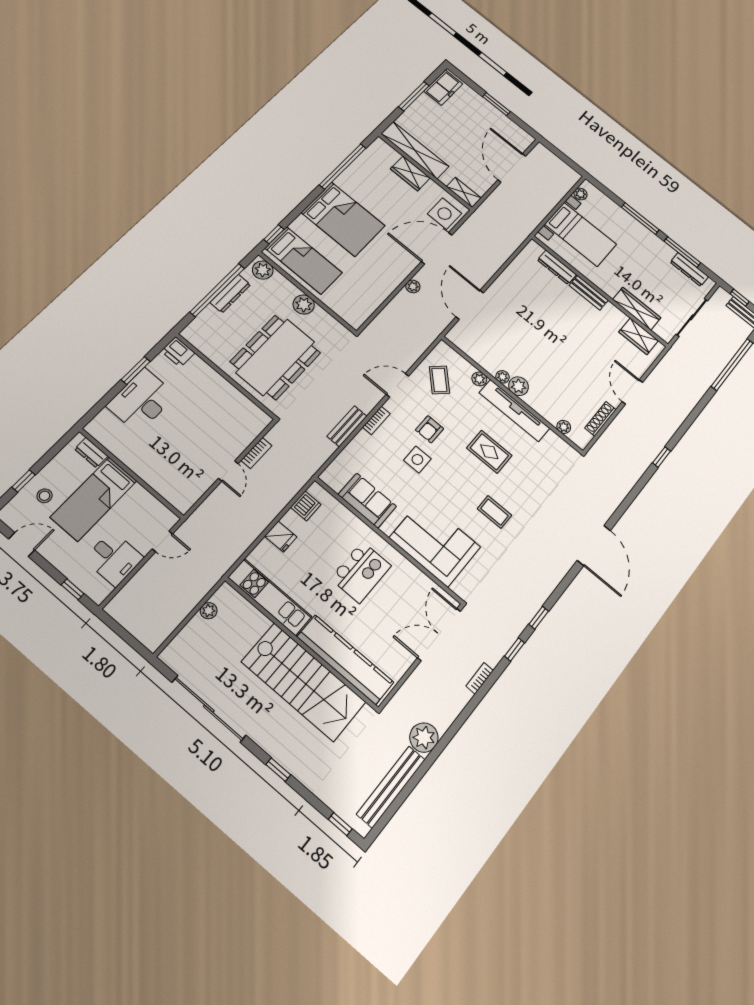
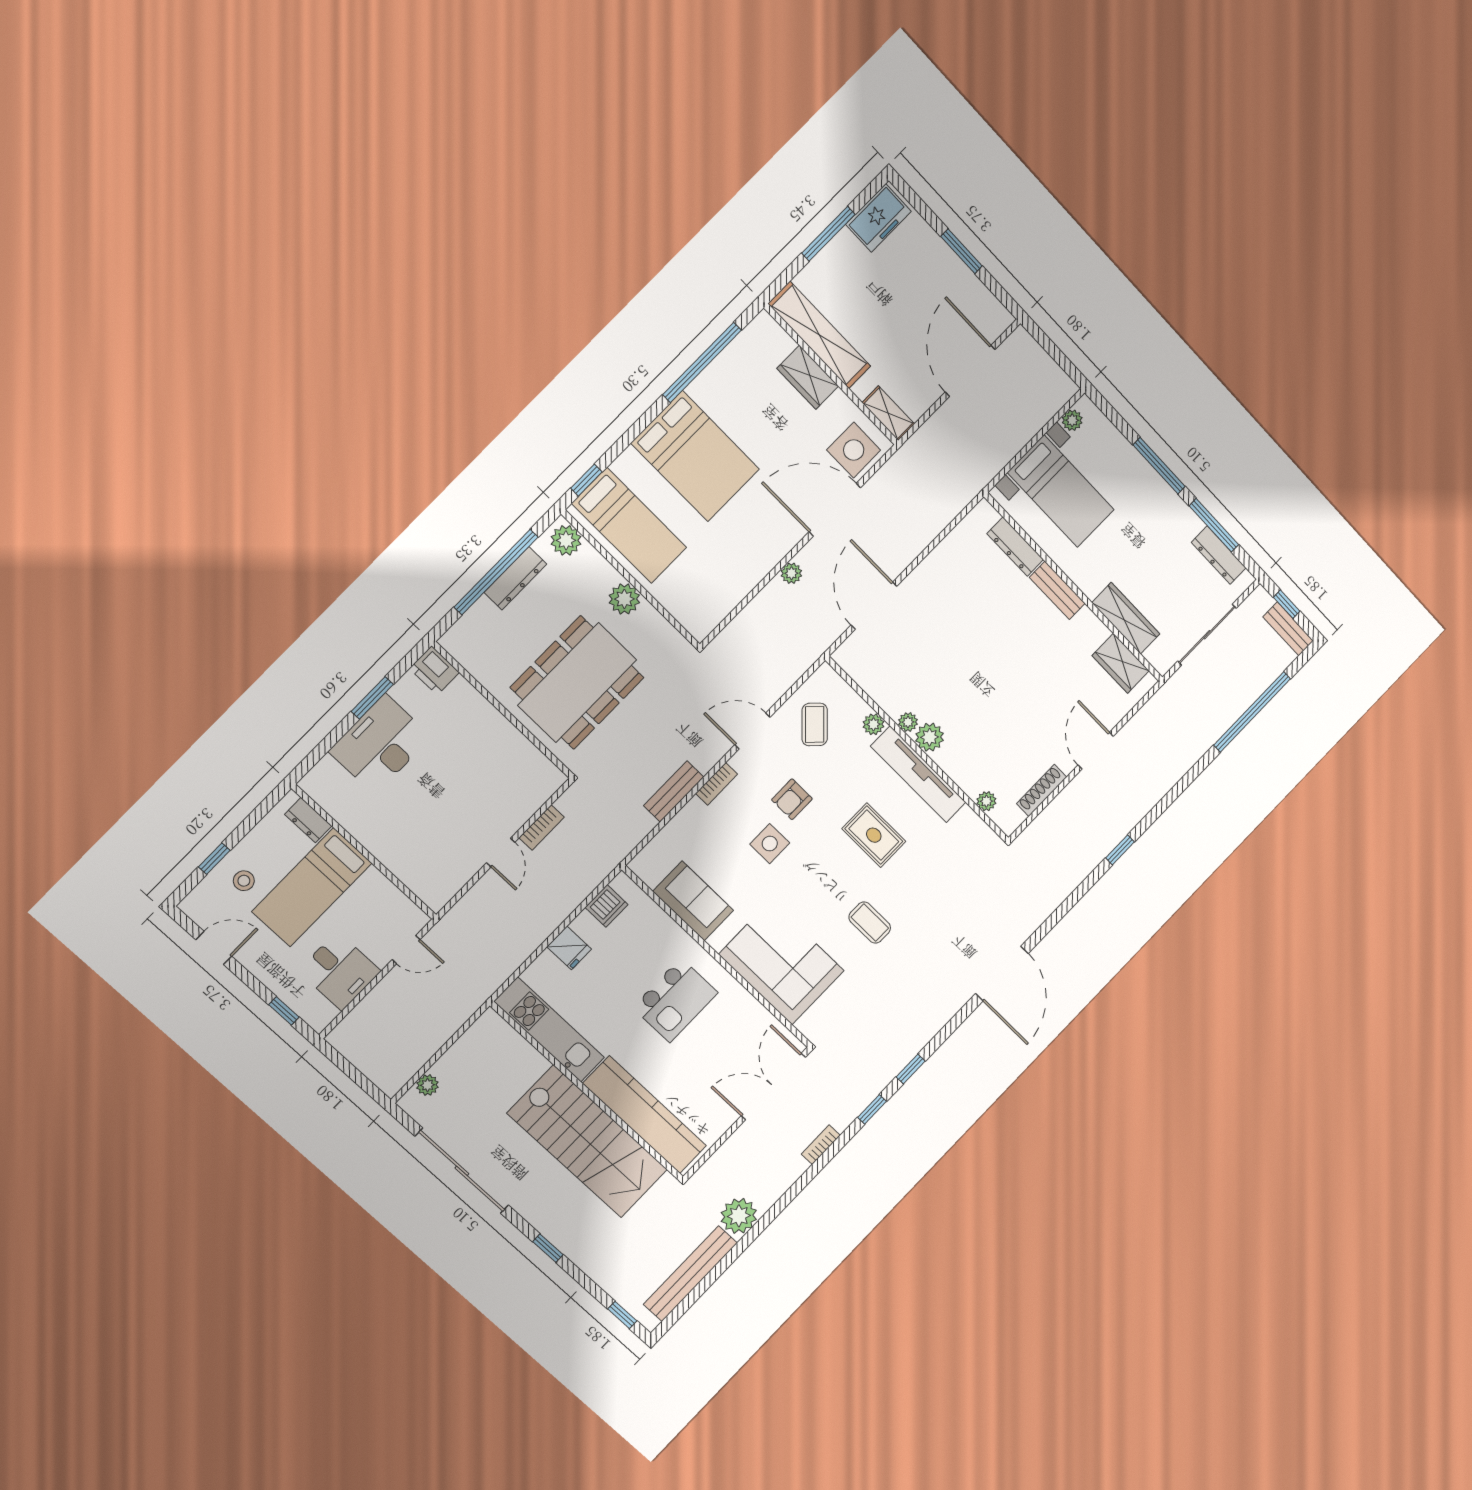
plant: (209, 611) -> (428, 1085), moved

